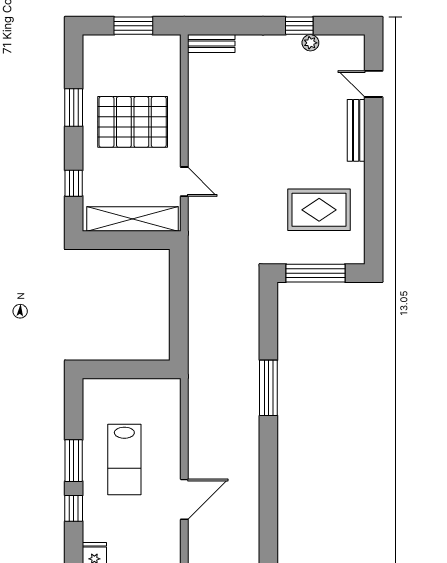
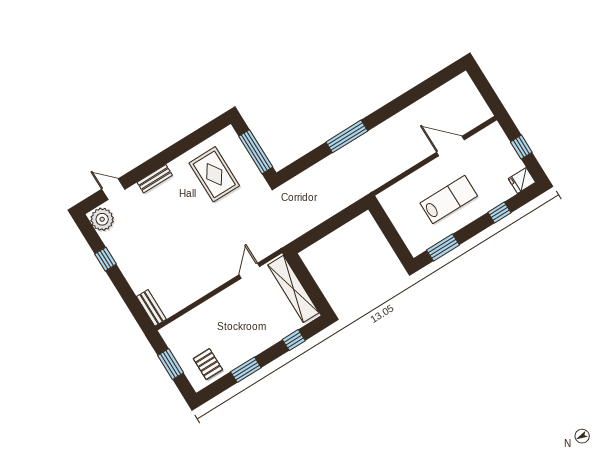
plant: (310, 43) -> (102, 219), moved, width x1.88, depth x1.88
door: (374, 84) -> (113, 189), swing flipped
pallet: (133, 122) -> (208, 364), moved, width x0.49, depth x0.50
bench: (356, 130) -> (155, 179), width x0.73
window: (74, 461) -> (443, 247), moved

